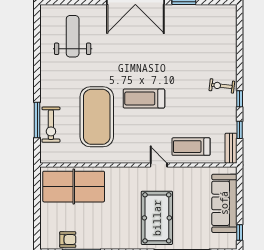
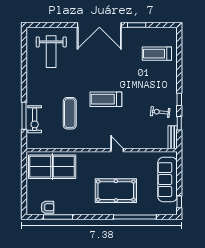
weight bench: (73, 36) -> (51, 52), turned 180
exercise bike: (222, 86) -> (160, 112), moved
exercise mat: (97, 117) -> (70, 113), width x0.50, depth x0.69
treadmill: (191, 147) -> (157, 54), moved
pool table: (157, 218) -> (116, 191), turned 90

